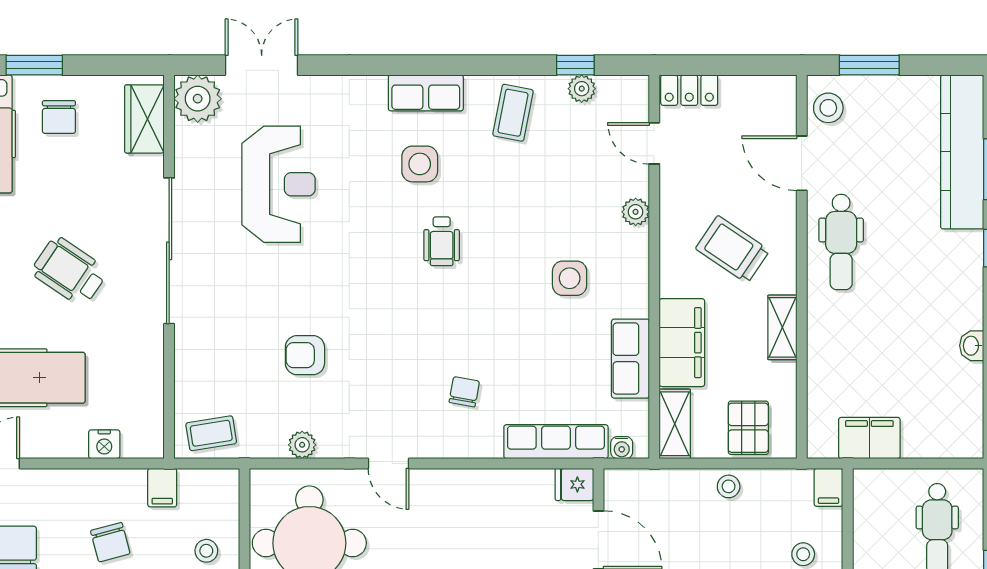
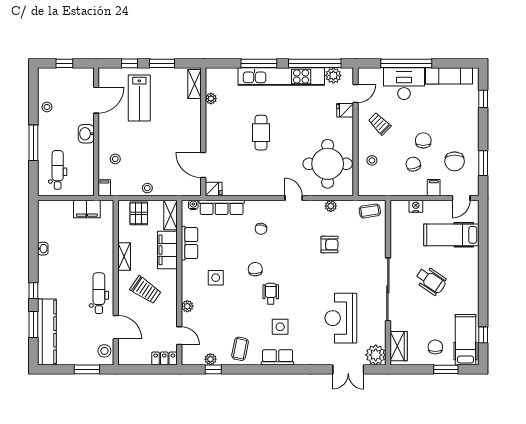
chair: (478, 298) -> (255, 269), added
filing cabinet: (162, 488) -> (434, 188), moved

